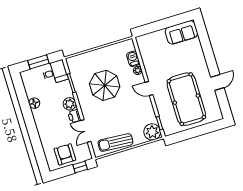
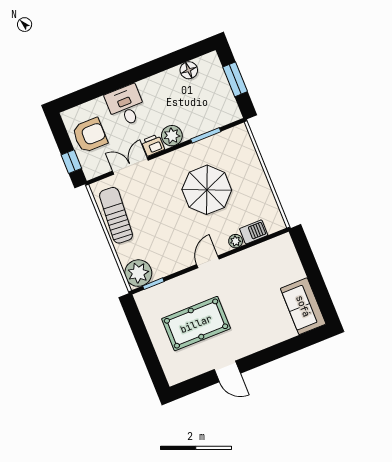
desk: (55, 72) -> (126, 106), moved, turned 180
pool table: (186, 99) -> (196, 324), width x0.73, depth x0.76
floor lamp: (34, 103) -> (189, 70), moved

